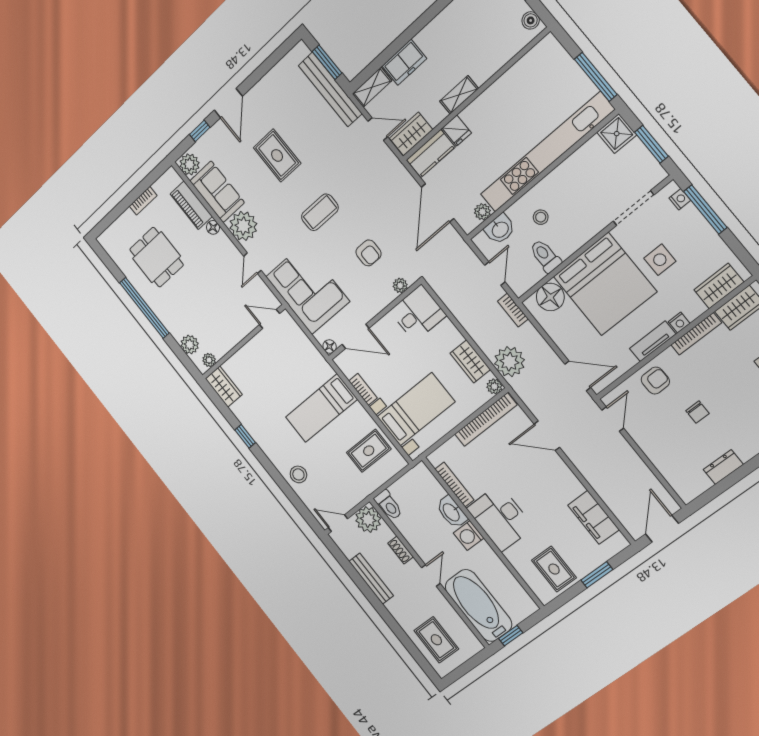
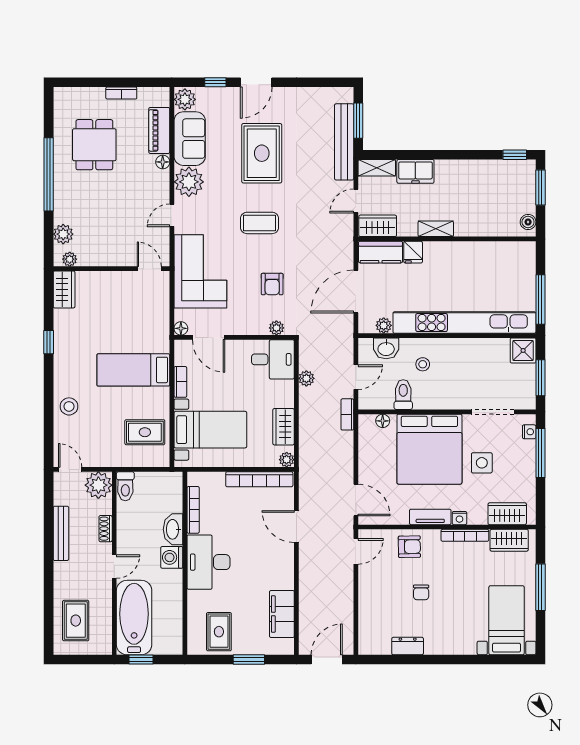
door: (378, 129) -> (356, 201), swing flipped
rug: (277, 155) -> (262, 153), width x1.36, depth x1.43
floor lamp: (550, 297) -> (383, 421), width x0.53, depth x0.53
plant: (509, 362) -> (306, 378), moved, width x0.53, depth x0.53

